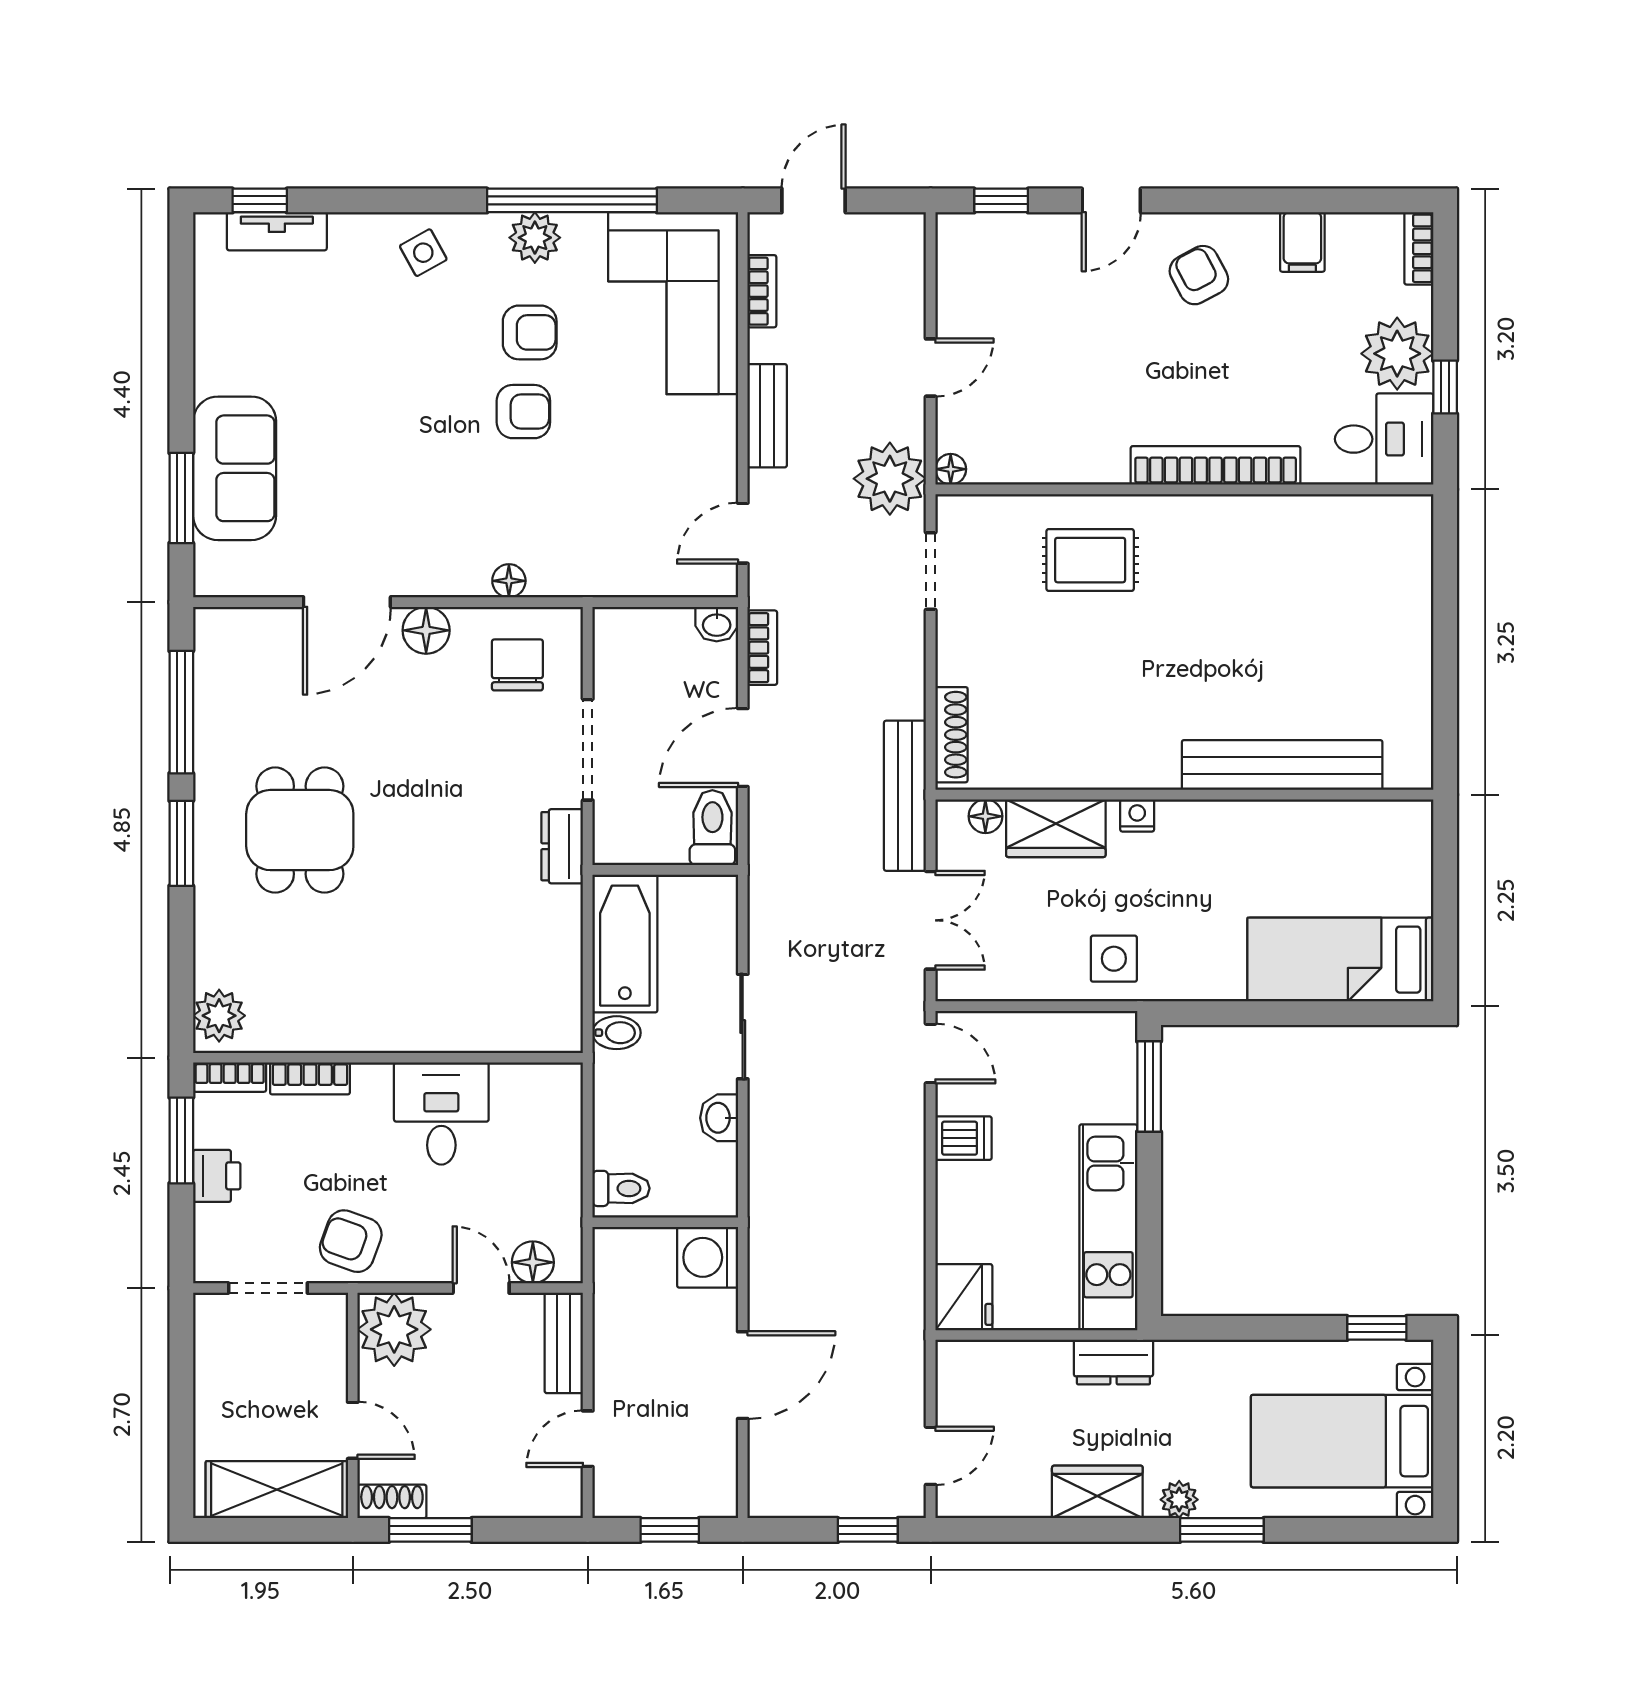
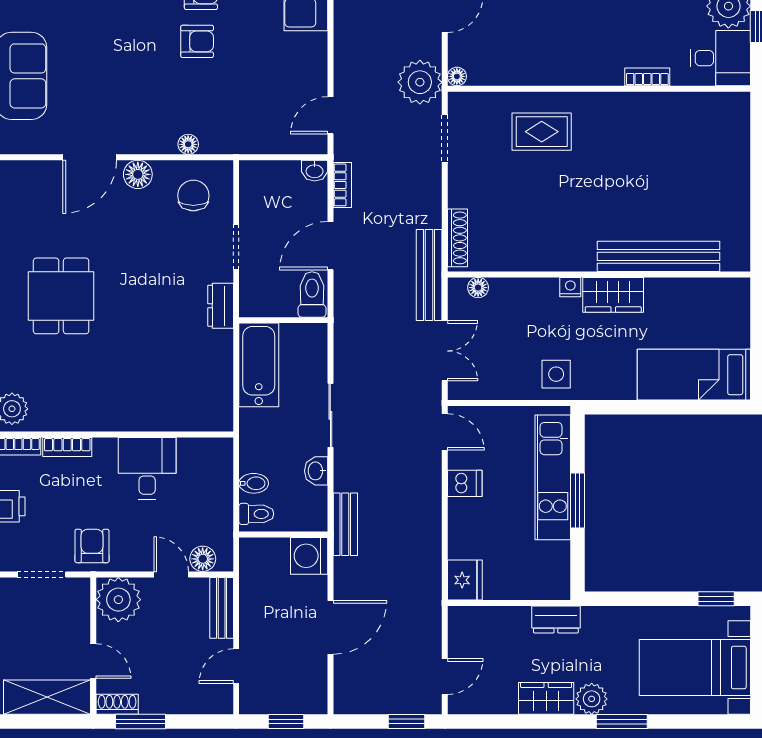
bench: (767, 416) -> (345, 524), moved
bookcase: (1216, 465) -> (647, 77), width x0.43, depth x0.76
doorway: (588, 750) -> (236, 247), width x0.73
wardrobe: (1056, 828) -> (613, 295), moved
bidet: (617, 1033) -> (254, 483), moved
window: (1149, 1087) -> (578, 500), moved
kitchen unit: (1108, 1227) -> (553, 477), moved
armchair: (351, 1241) -> (92, 546), turned 70
plant: (1179, 1500) -> (592, 699), width x1.38, depth x1.38

